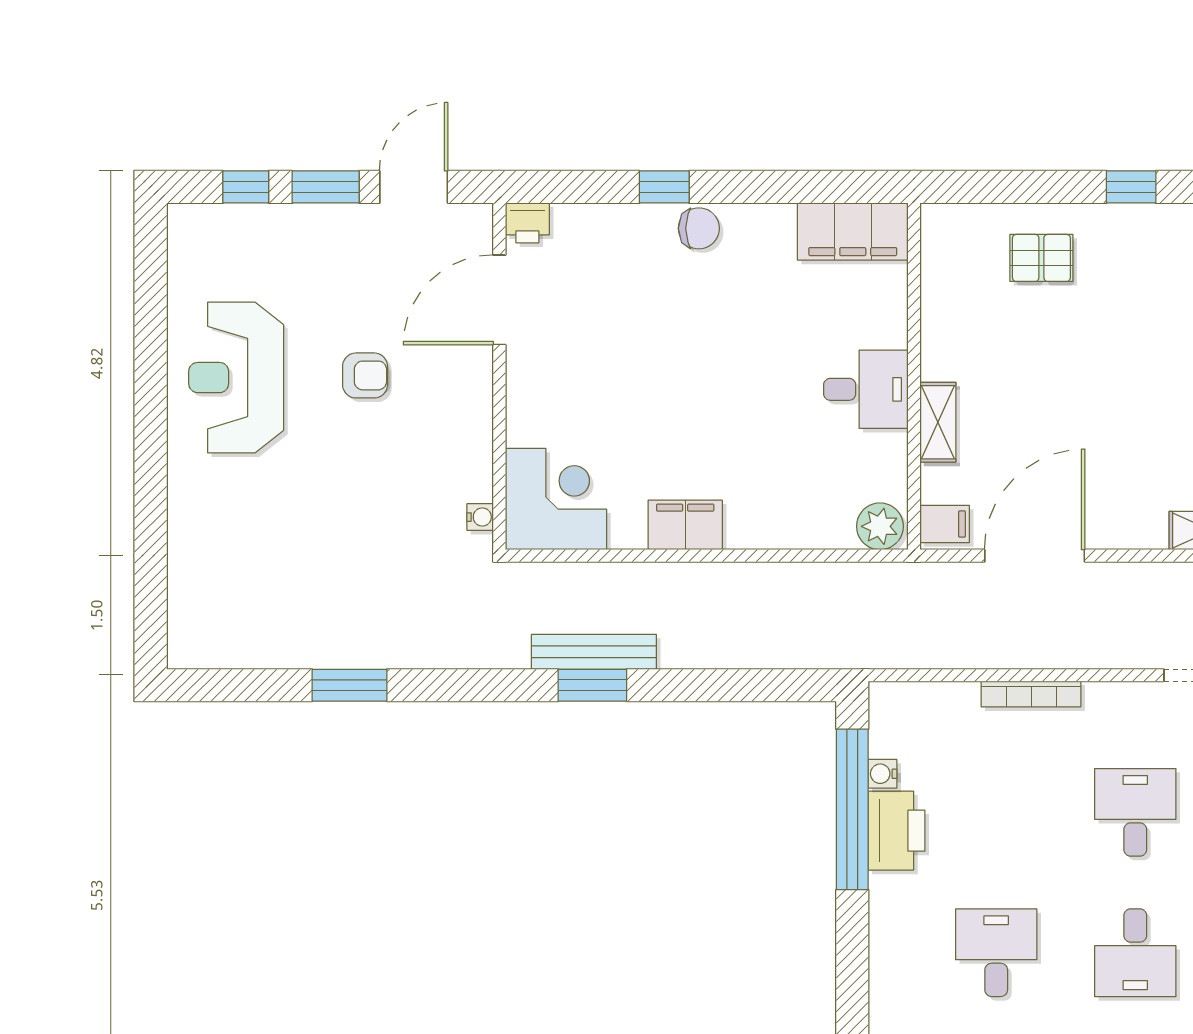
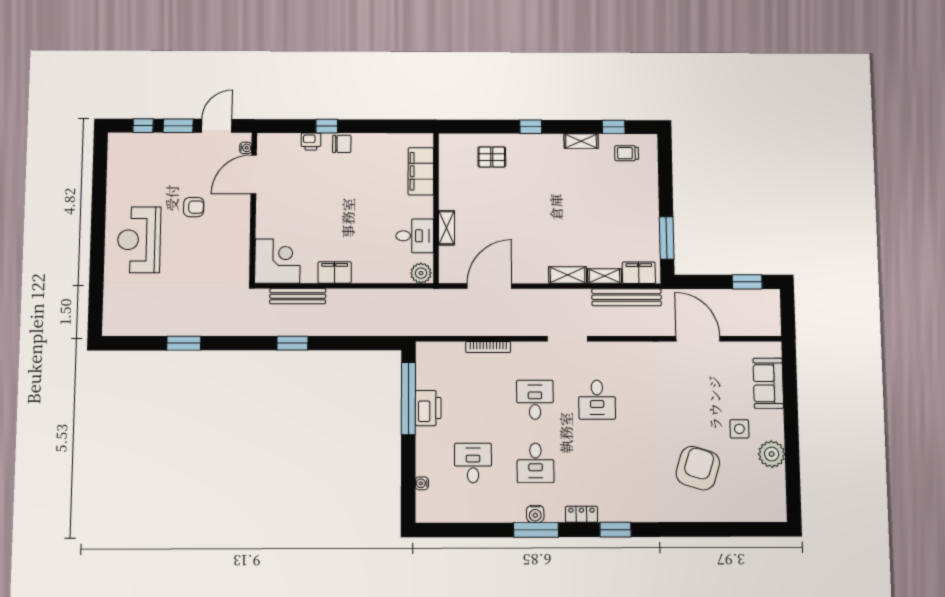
printer: (527, 223) -> (311, 141), moved
filing cabinet: (853, 232) -> (421, 171), moved, turned 90
reception desk: (236, 378) -> (139, 240), moved
desk: (866, 389) -> (415, 236), moved
water cooler: (480, 517) -> (246, 148), moved
filing cabinet: (945, 524) -> (450, 272), removed
bench: (594, 652) -> (298, 296), moved
water cooler: (883, 774) -> (422, 483), moved

